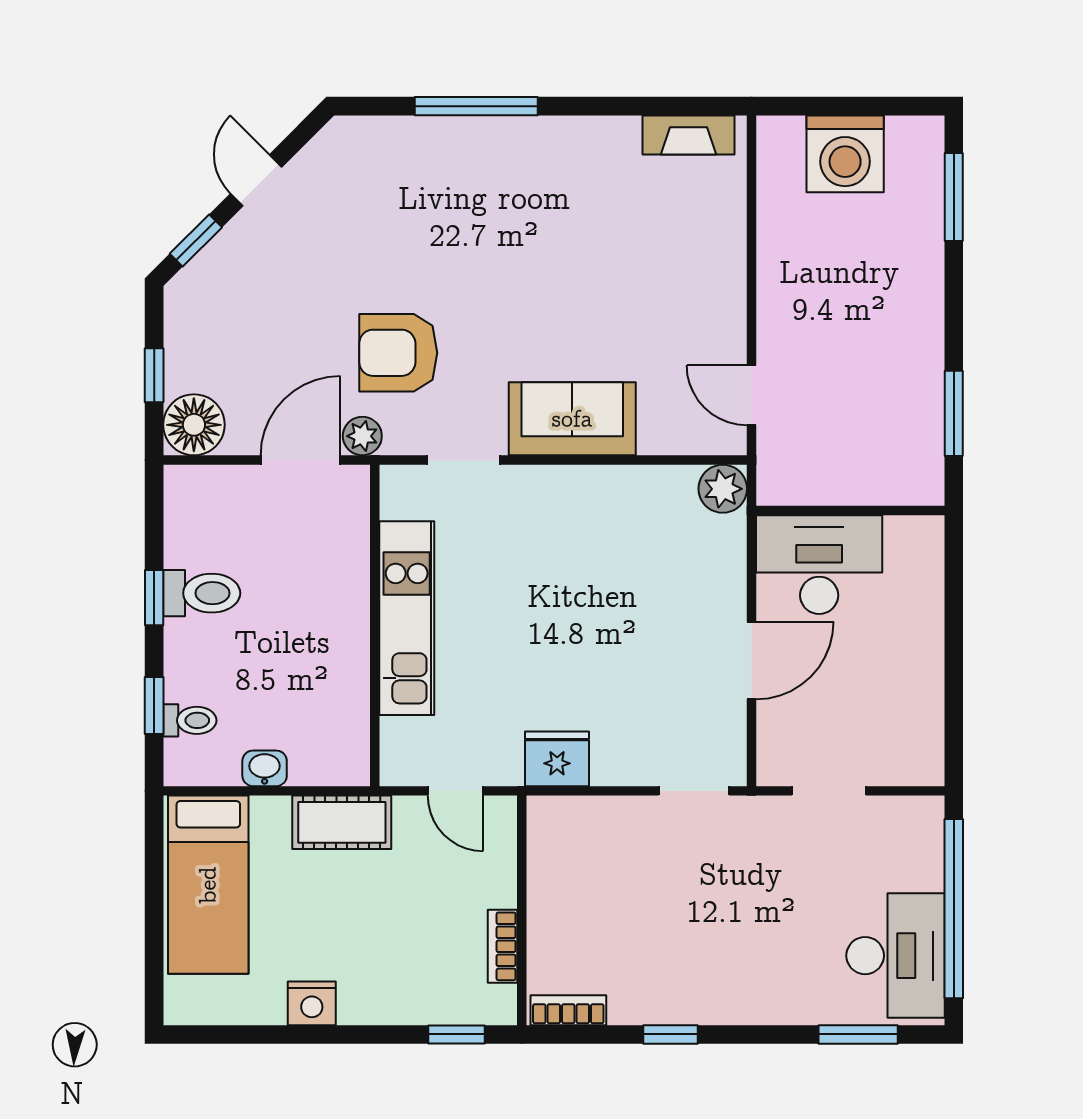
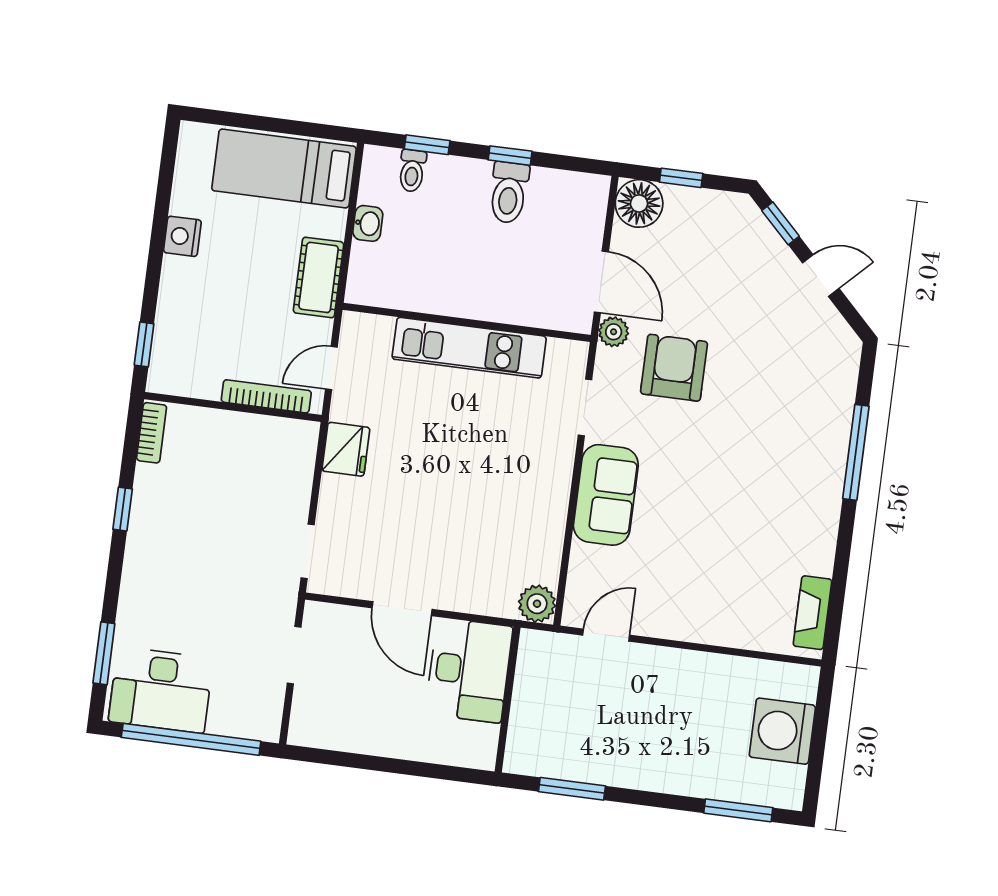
bookcase: (503, 946) -> (266, 396), moved, width x1.56

